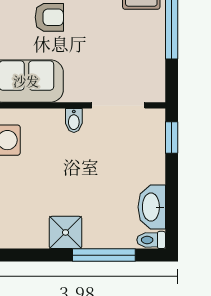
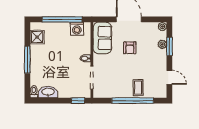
shower: (66, 232) -> (37, 37), moved
window: (104, 255) -> (27, 60), moved

